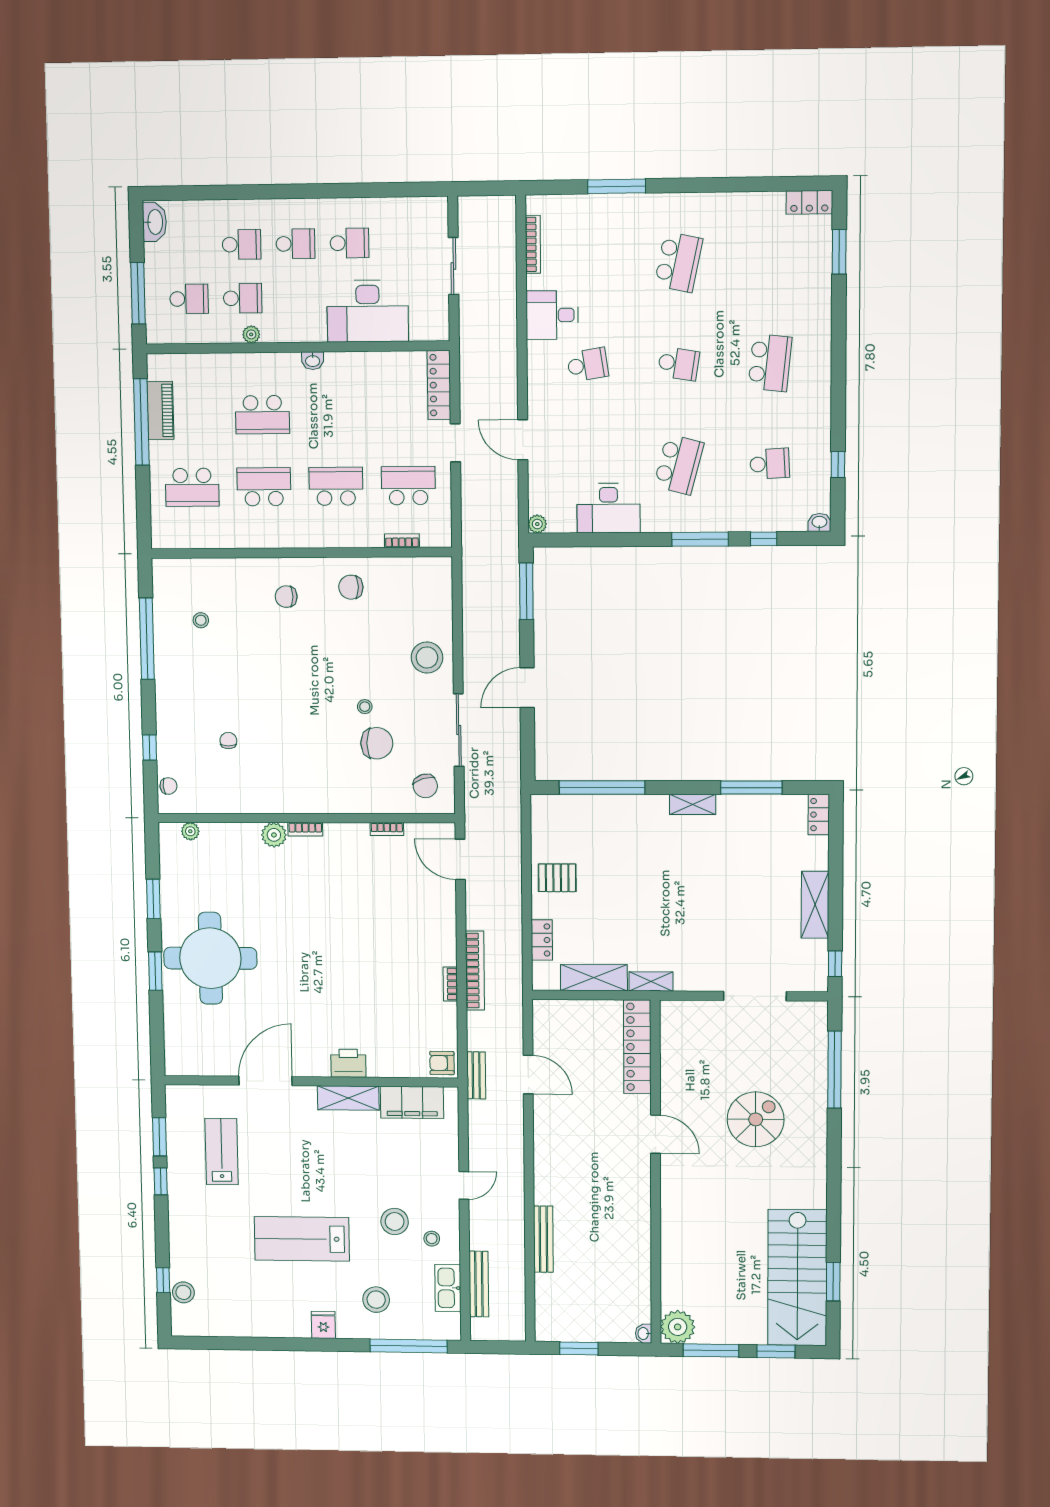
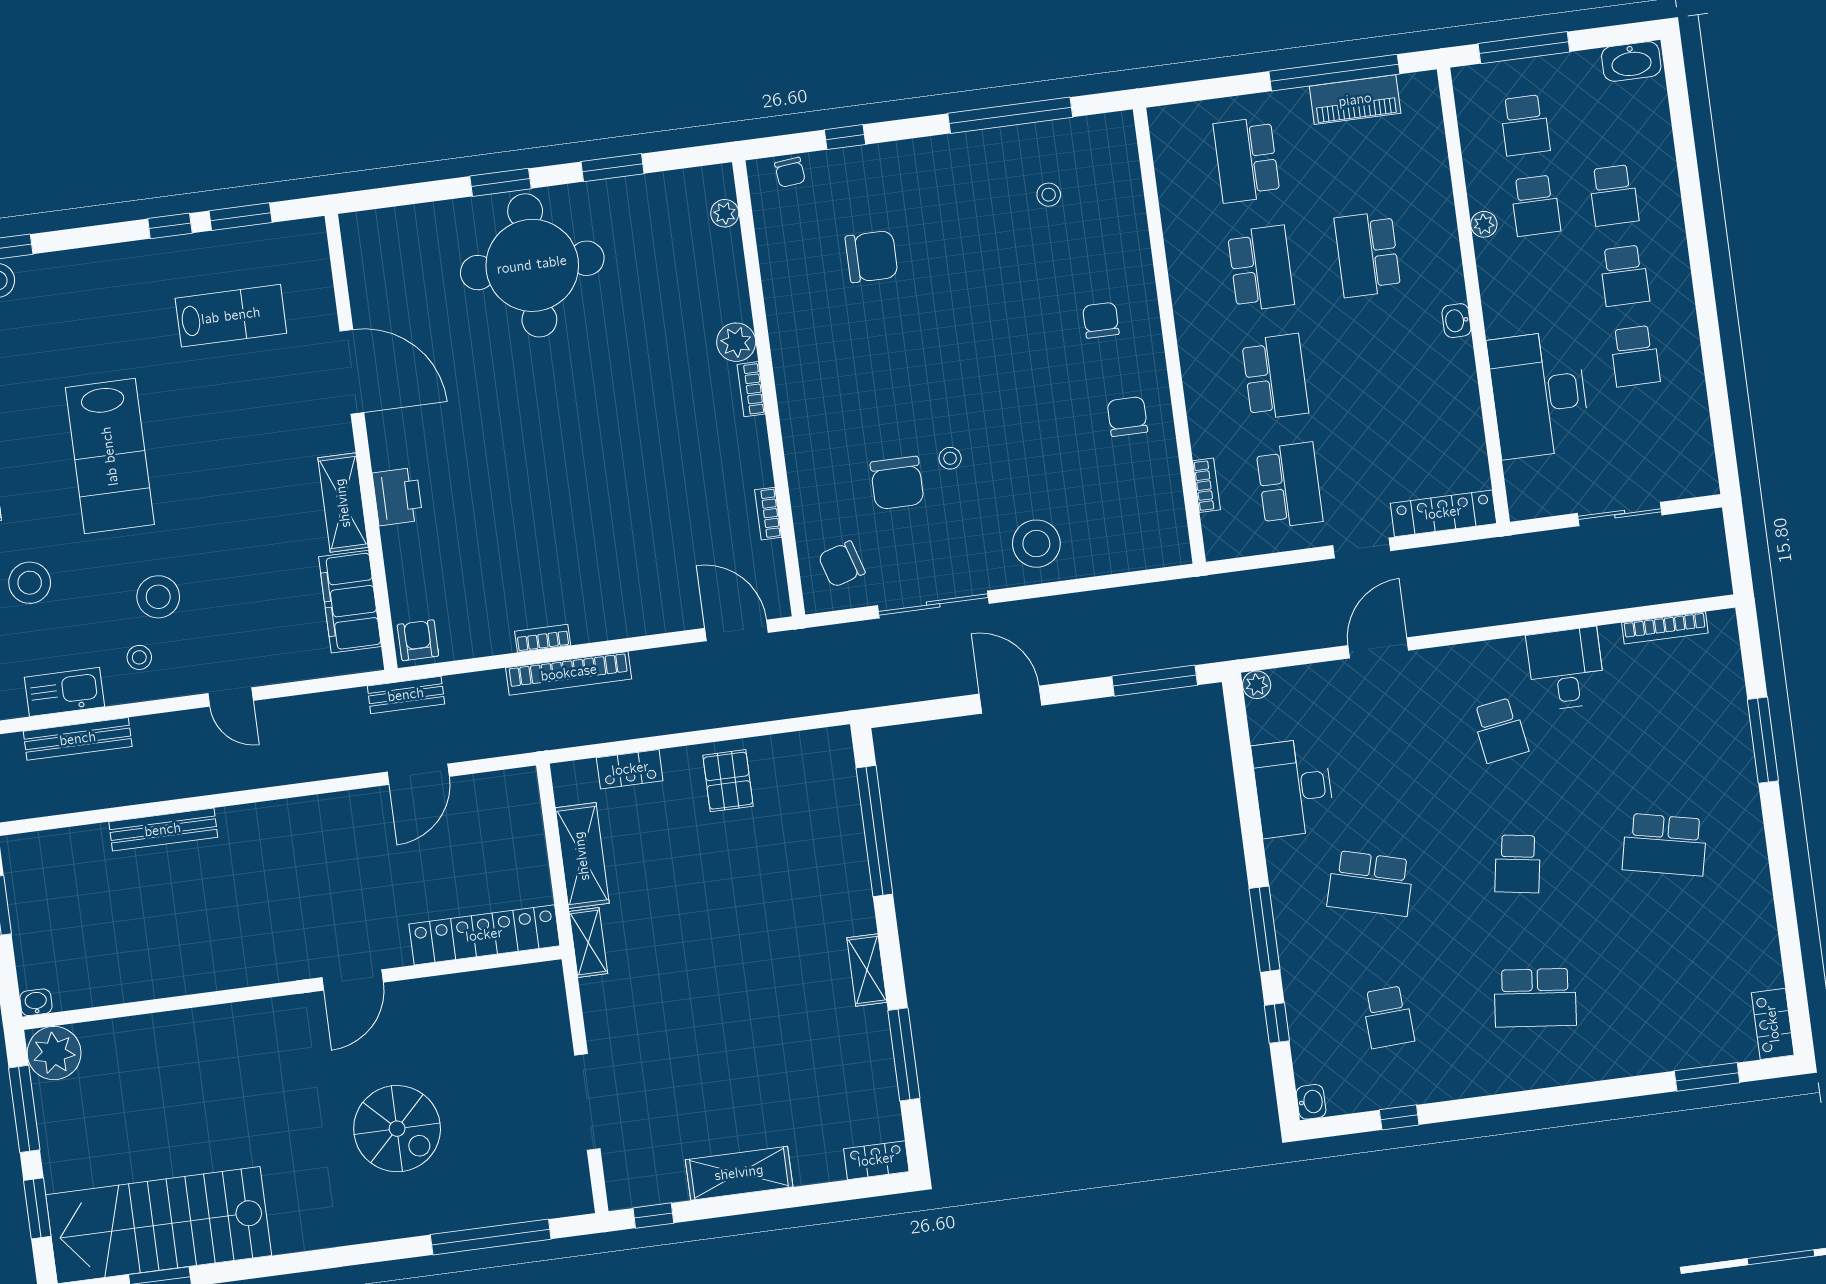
chair: (228, 741) -> (872, 257), width x1.87, depth x1.87
door: (460, 859) -> (737, 630), hinge flipped
lab bench: (302, 1239) -> (110, 456), turned 180

